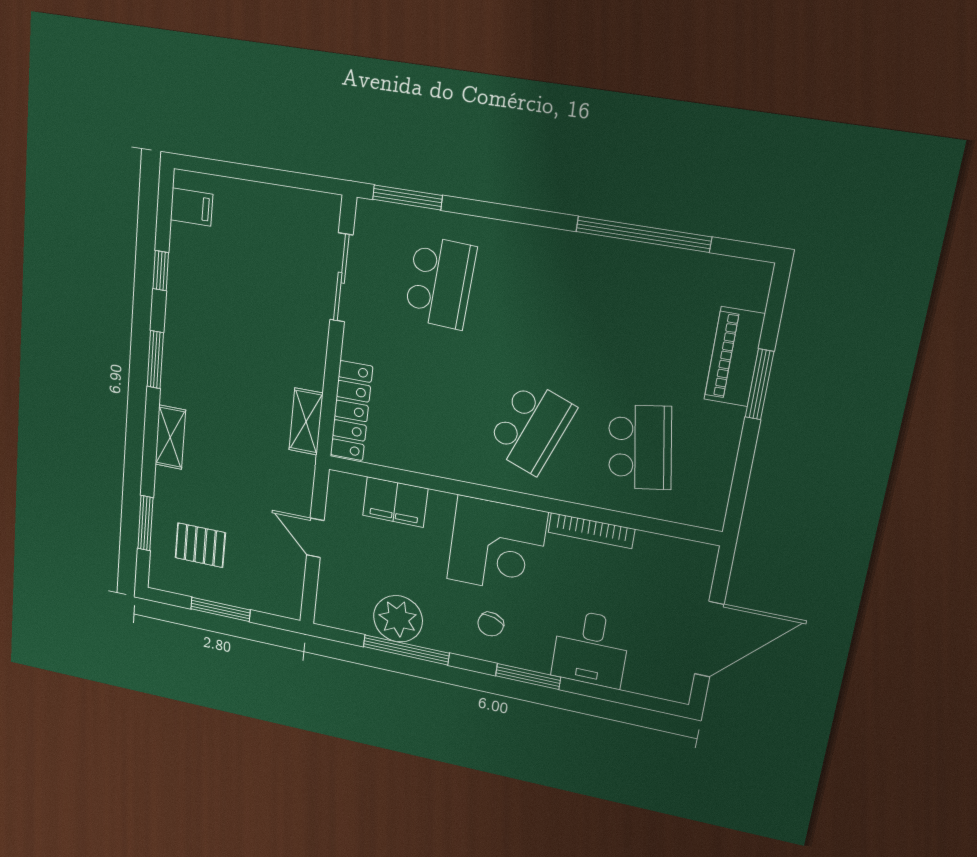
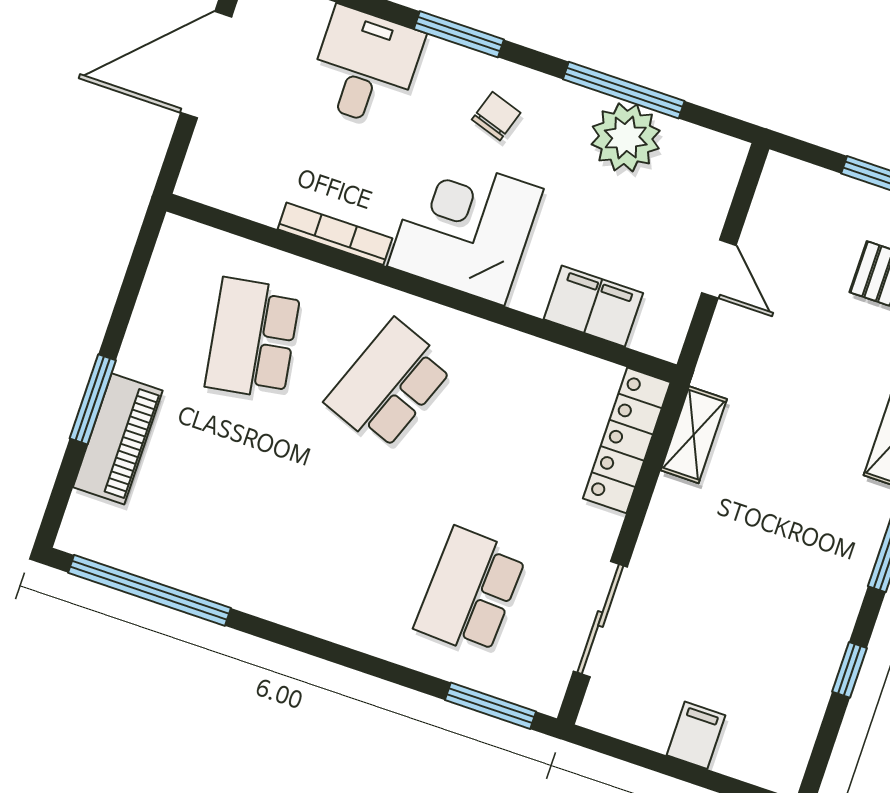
filing cabinet: (192, 207) -> (696, 735), moved, turned 90
window: (643, 234) -> (149, 590), moved

